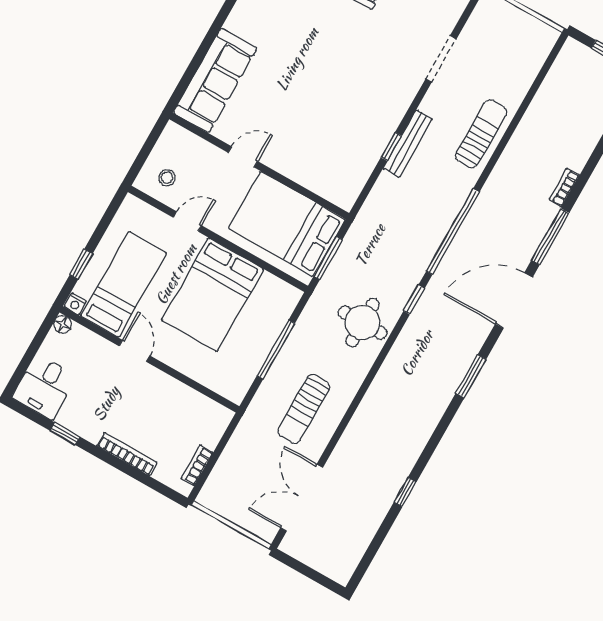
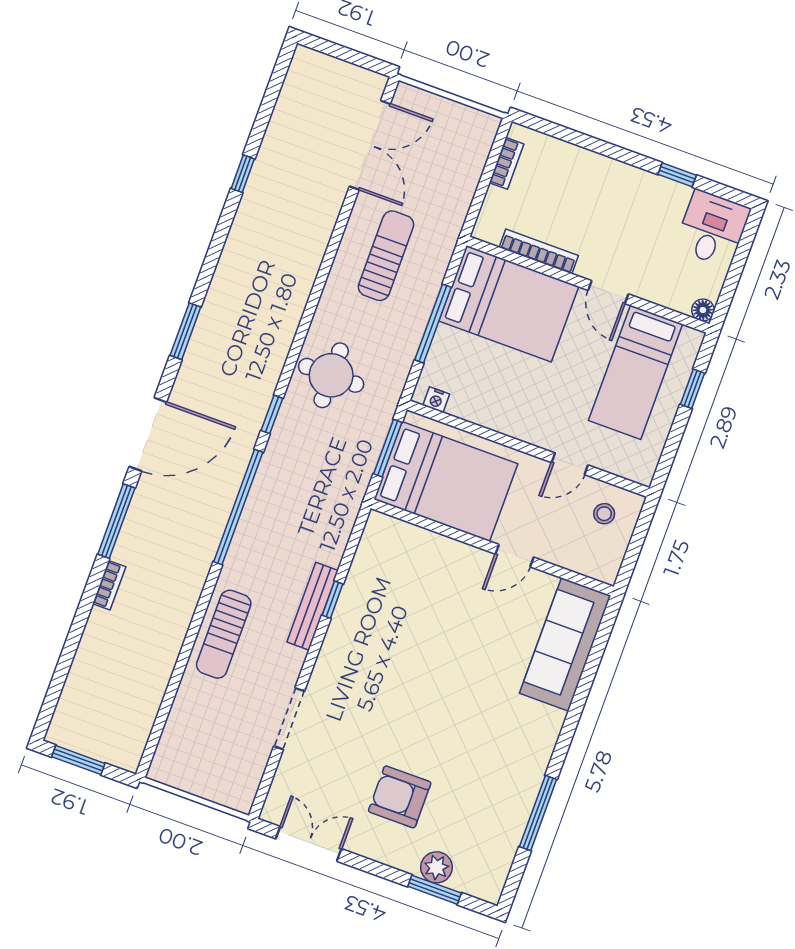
bed: (213, 295) -> (509, 304), moved, turned 90
nightstand: (75, 304) -> (436, 400), moved, turned 180
bookcase: (127, 454) -> (539, 252), moved, turned 180

